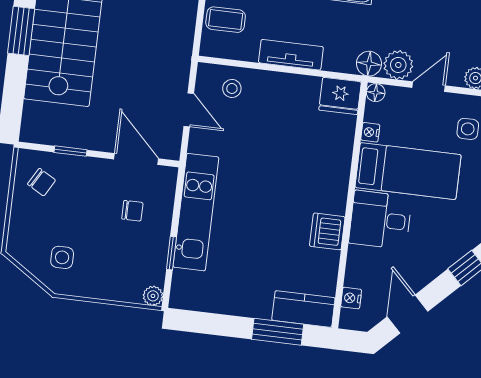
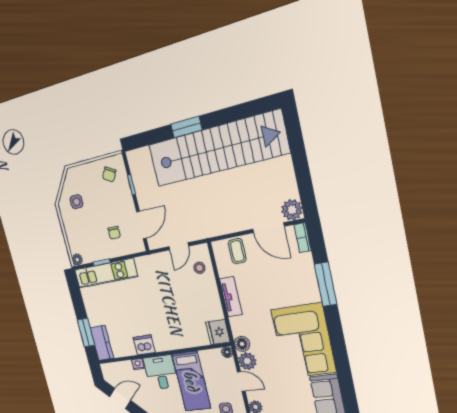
nightstand: (370, 132) -> (204, 355), removed
kitchen unit: (196, 212) -> (106, 273), moved
nightstand: (351, 298) -> (138, 364), moved

